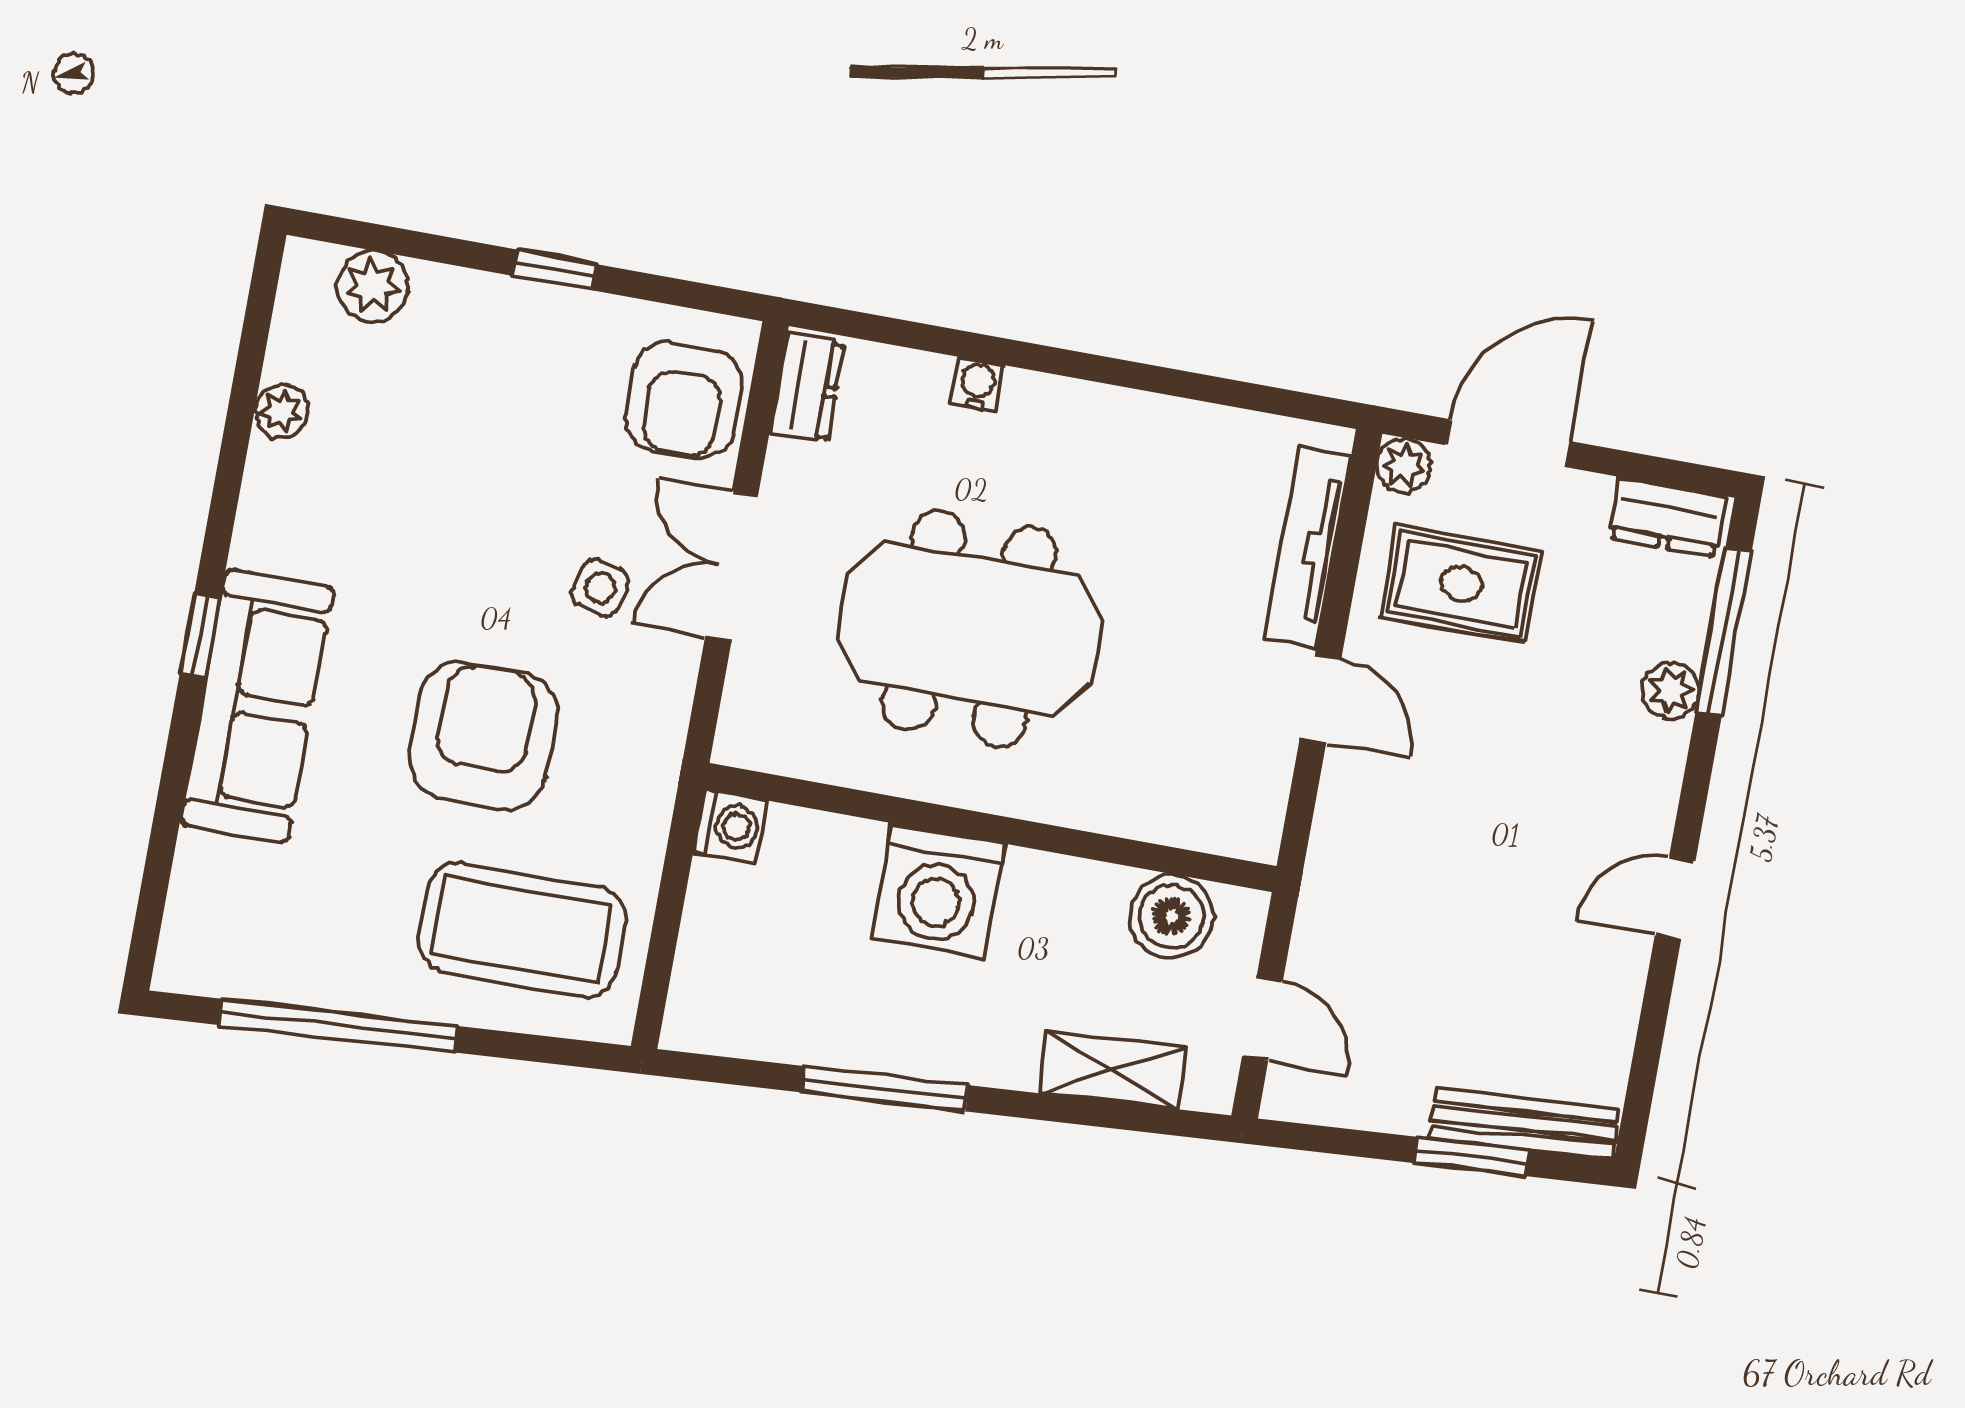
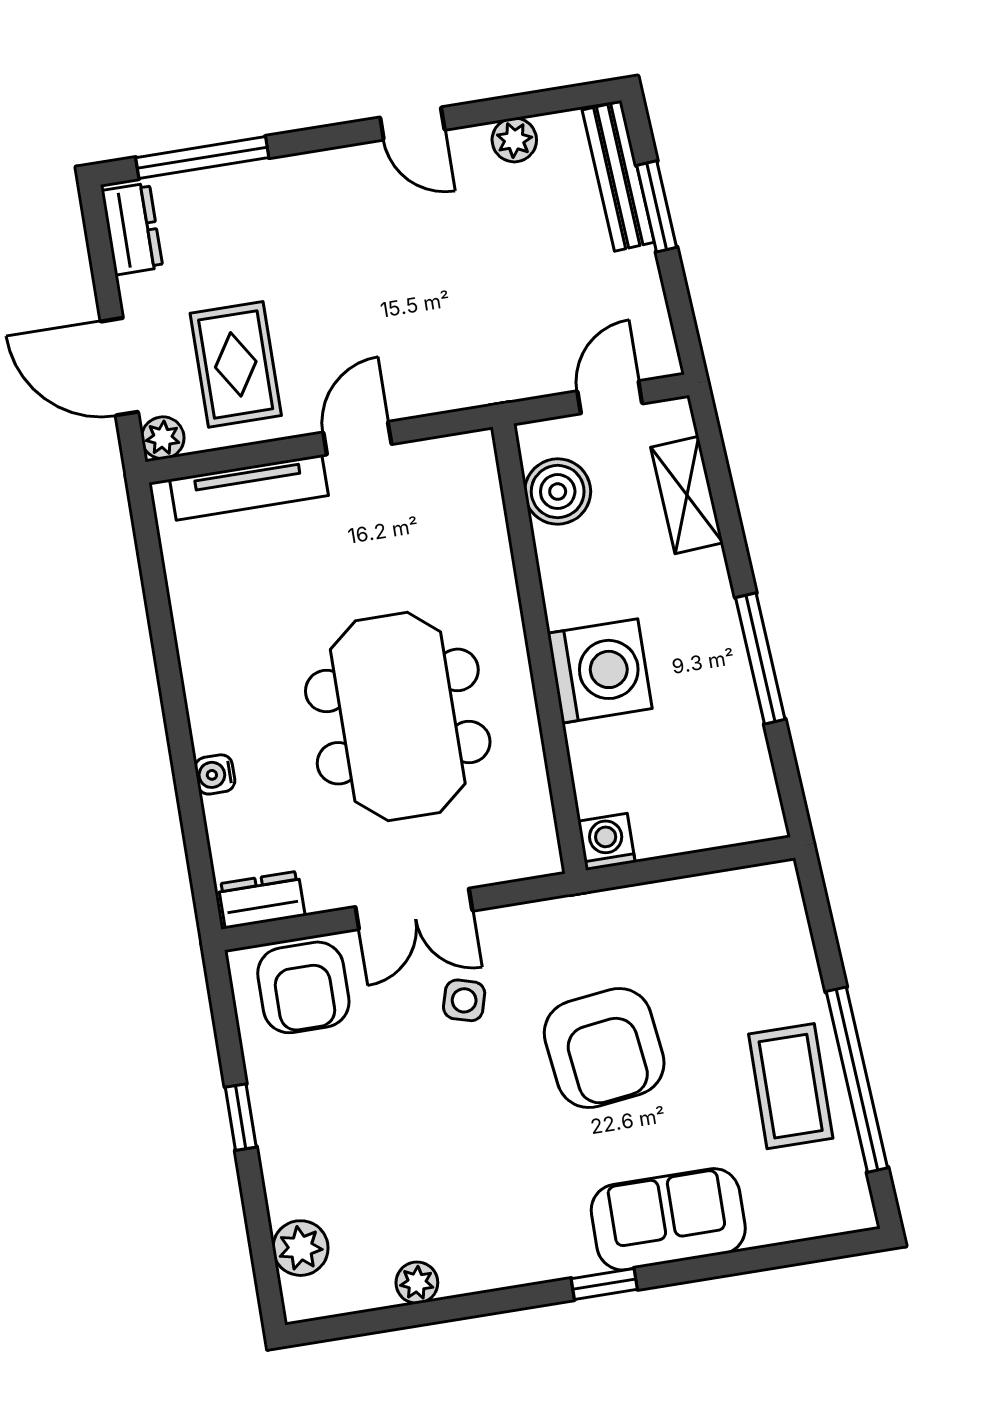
armchair: (684, 400) -> (303, 987), turned 90
plant: (1671, 691) -> (514, 140), moved
sofa: (257, 706) -> (668, 1219), width x0.73
armchair: (484, 736) -> (604, 1048), turned -97
coffee table: (522, 930) -> (791, 1086), moved, width x0.73, depth x0.76

